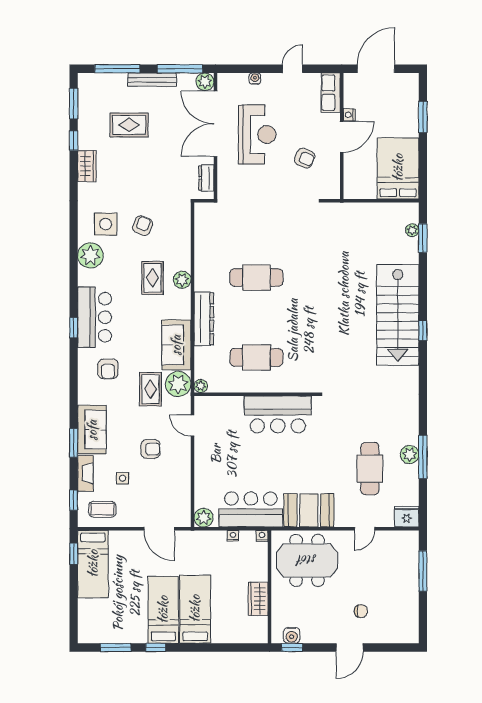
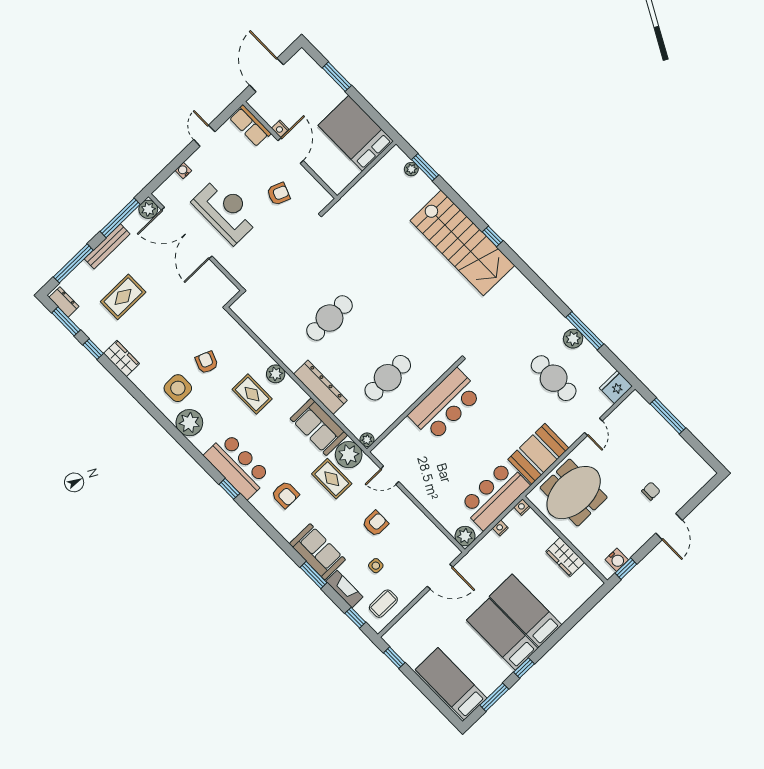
dresser: (206, 178) -> (64, 302), moved, turned 180
bed: (93, 564) -> (451, 684), moved, turned 180

